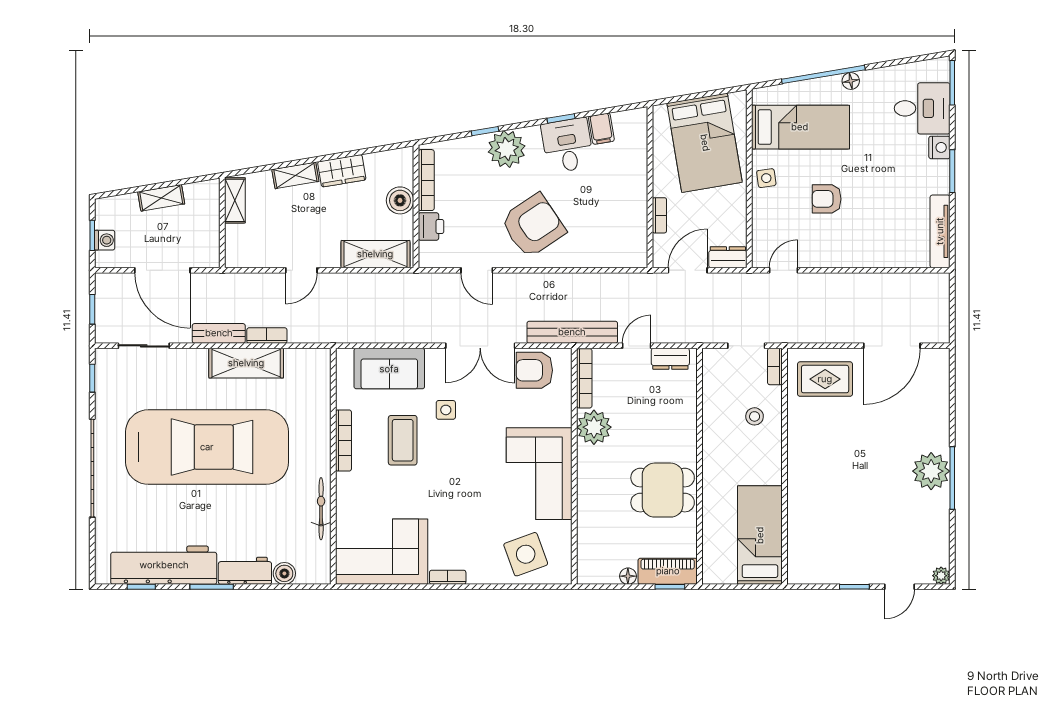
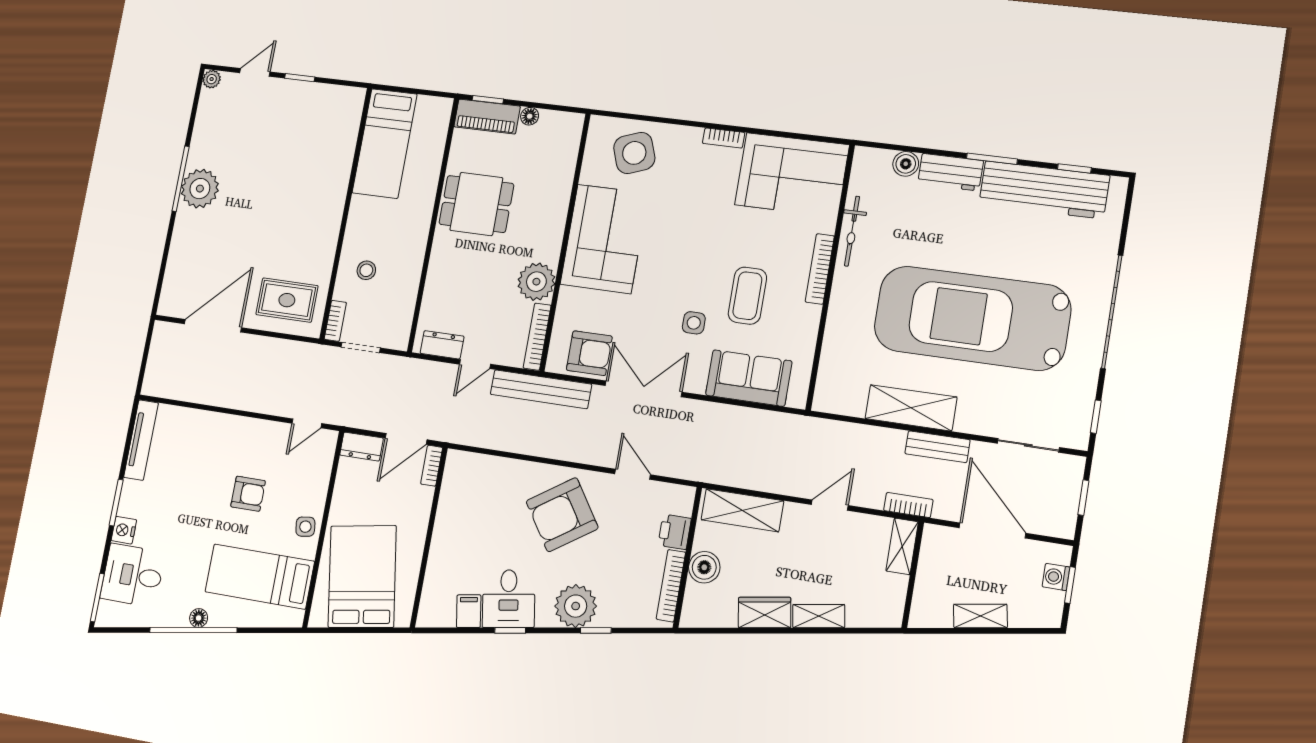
window: (823, 74) -> (193, 630), moved
shelving: (235, 200) -> (902, 546), moved
bookcase: (659, 215) -> (432, 466), moved
bookcase: (267, 336) -> (908, 505), moved, turned 180
bookcase: (344, 441) -> (820, 269), moved

